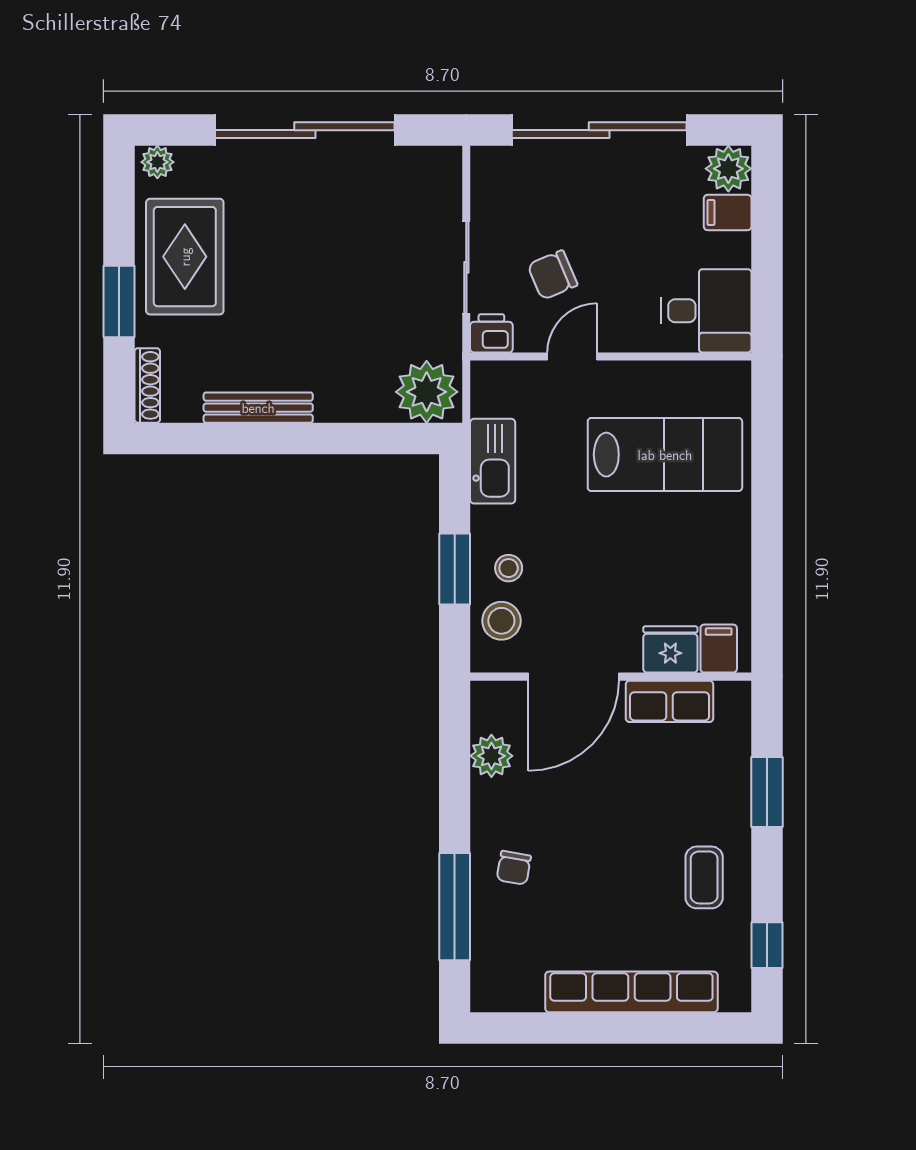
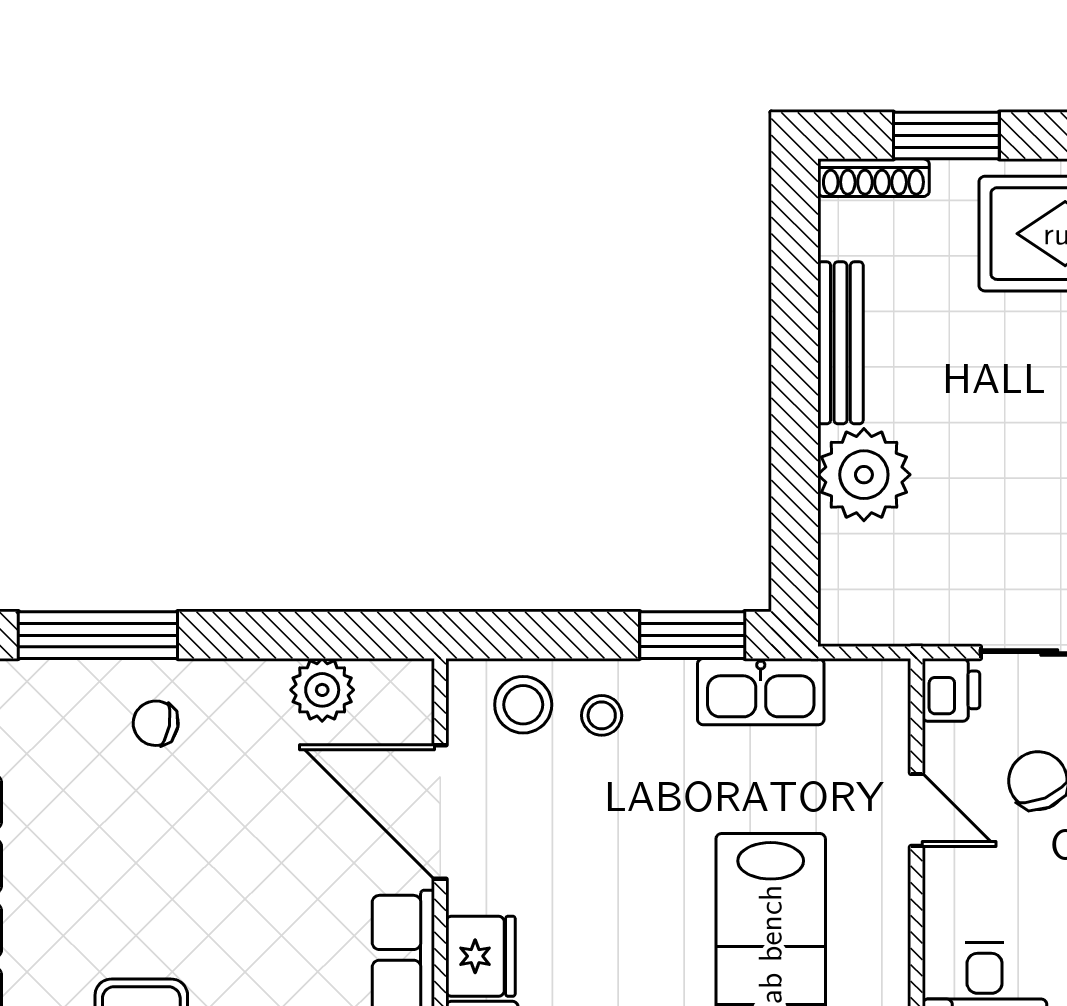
window: (119, 302) -> (946, 136), moved
plant: (427, 392) -> (864, 475), moved
window: (455, 569) -> (692, 635), moved

